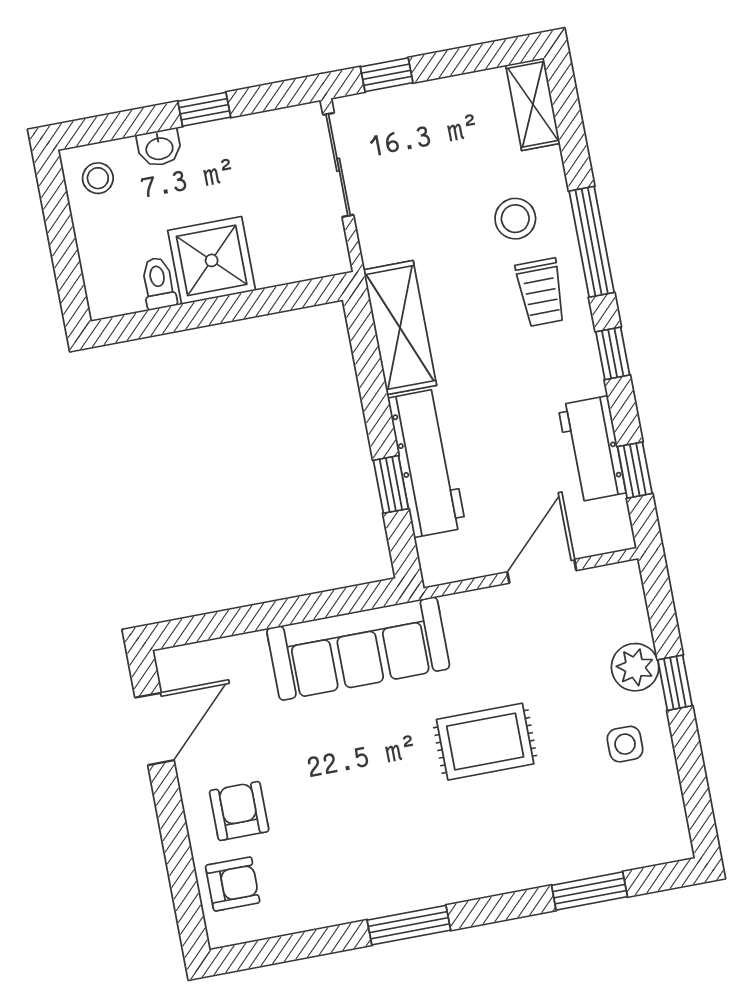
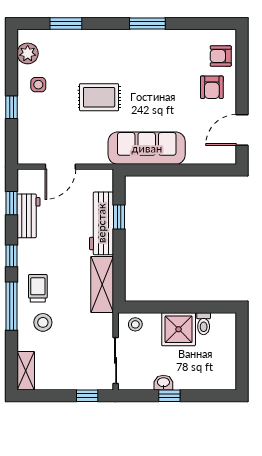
washbasin: (159, 148) -> (163, 383), moved
stool: (98, 178) -> (135, 324), moved
plant: (635, 667) -> (28, 53), moved

